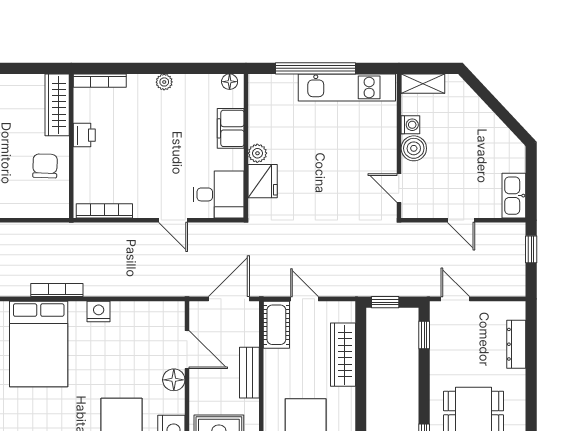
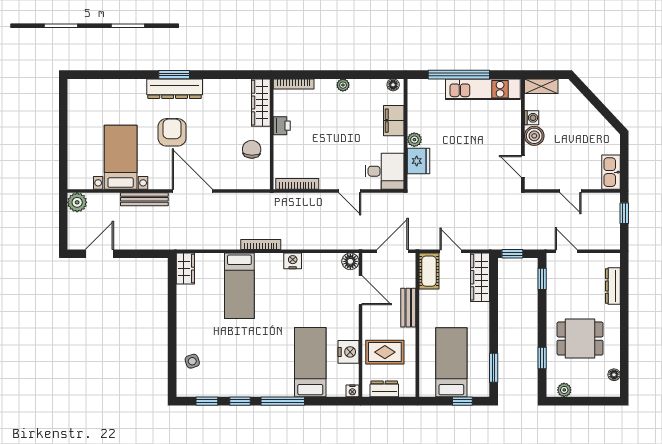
bed: (39, 344) -> (239, 286), width x0.67
wardrobe: (343, 355) -> (480, 277), moved
floor lamp: (174, 380) -> (350, 261), moved

